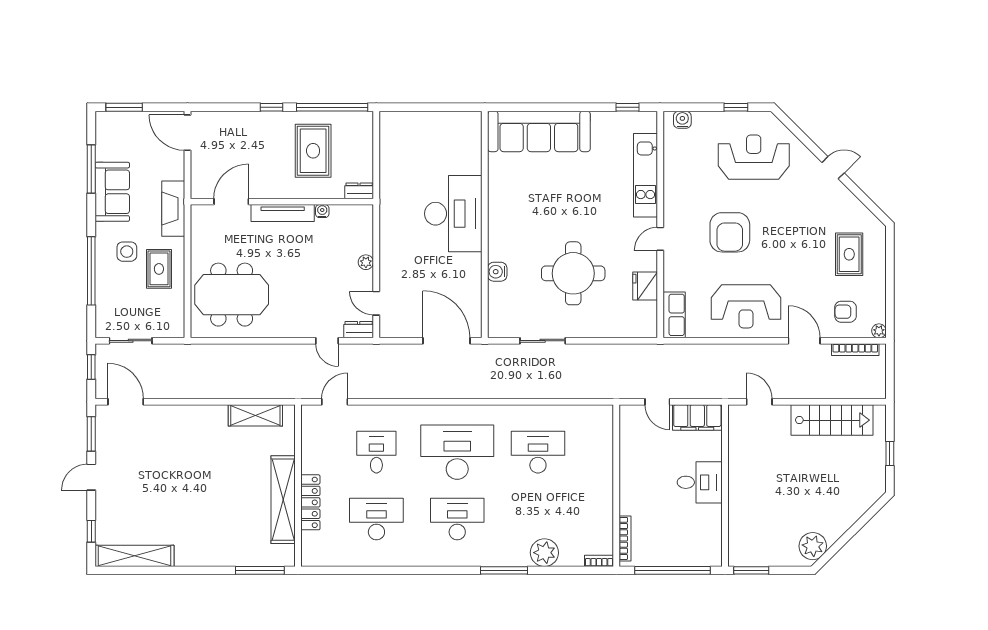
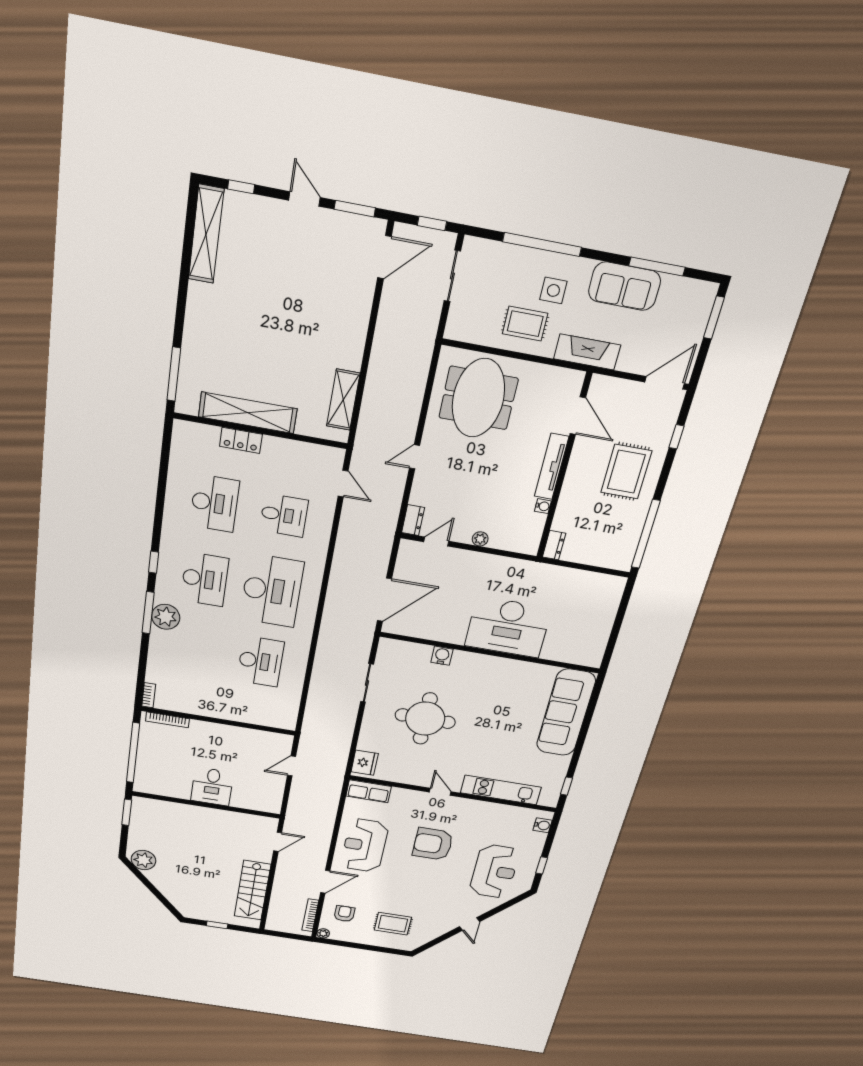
window: (271, 107) -> (676, 437), moved
rug: (313, 151) -> (626, 472), moved, turned 90
fridge: (645, 286) -> (365, 763), moved, turned 90
door: (327, 341) -> (414, 457), moved
filing cabinet: (697, 417) -> (272, 794), removed
locker: (310, 502) -> (241, 440), width x0.66
plant: (544, 553) -> (166, 617), moved
window: (448, 570) -> (154, 562), added

